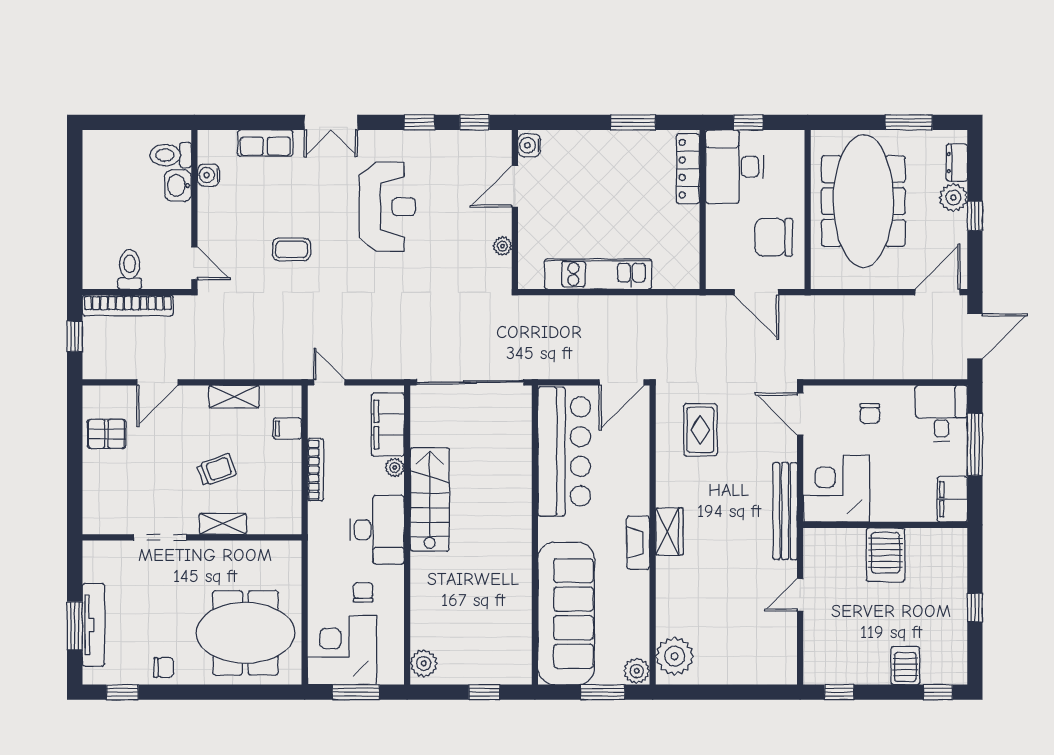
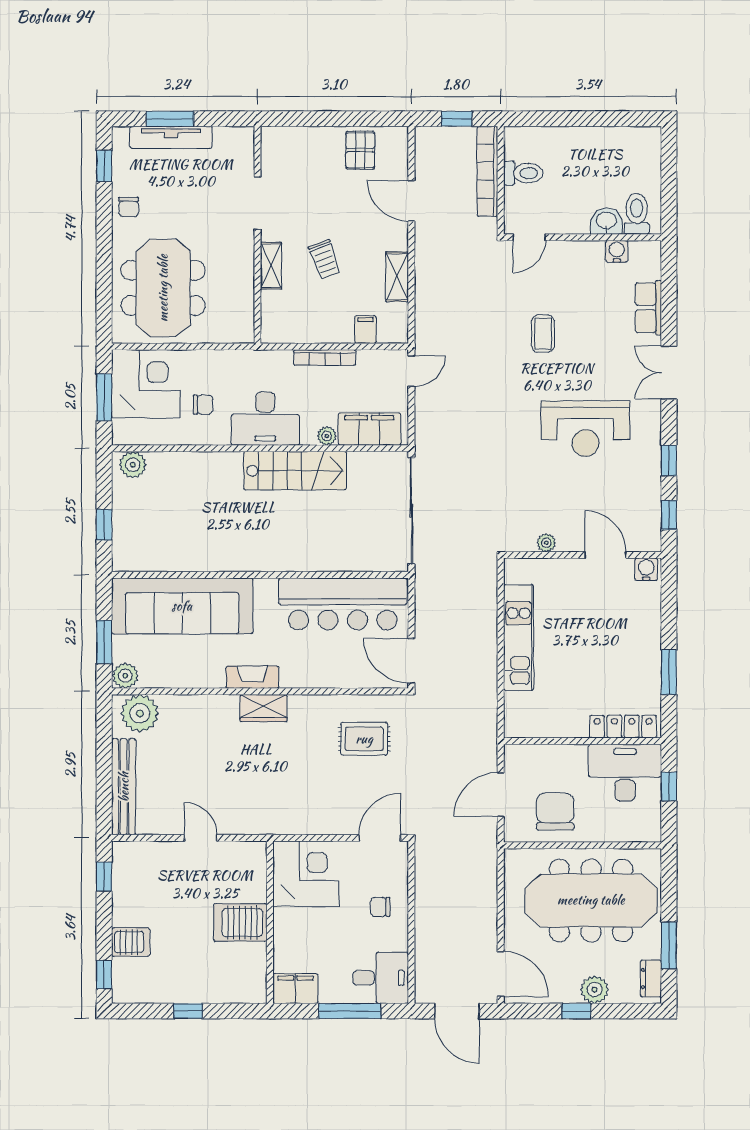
dresser: (957, 163) -> (651, 979), moved, turned -90
bench: (785, 511) -> (124, 787), moved, turned 90

